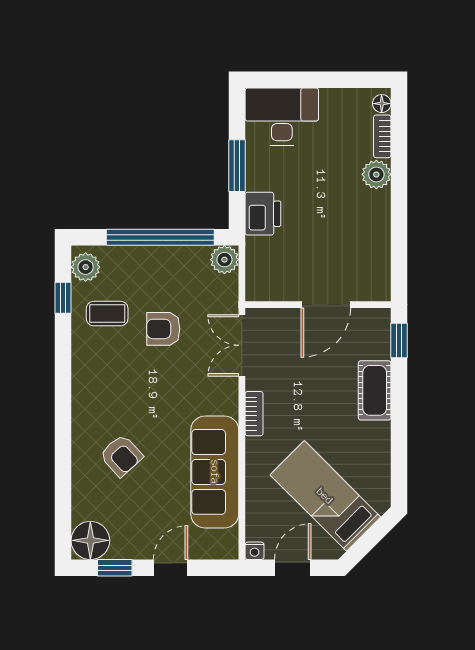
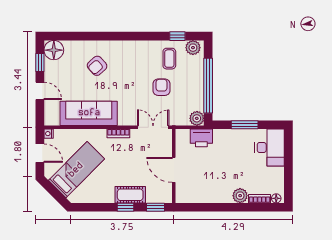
printer: (263, 214) -> (201, 138), moved
window: (399, 400) -> (125, 207), added

